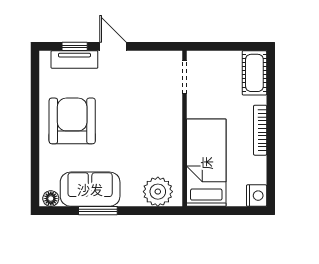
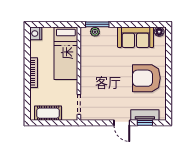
cot: (254, 73) -> (48, 113), moved, turned 90
armchair: (72, 121) -> (146, 78), turned 90
plant: (158, 192) -> (95, 32), width x0.53, depth x0.53
window: (98, 211) -> (97, 24), moved

